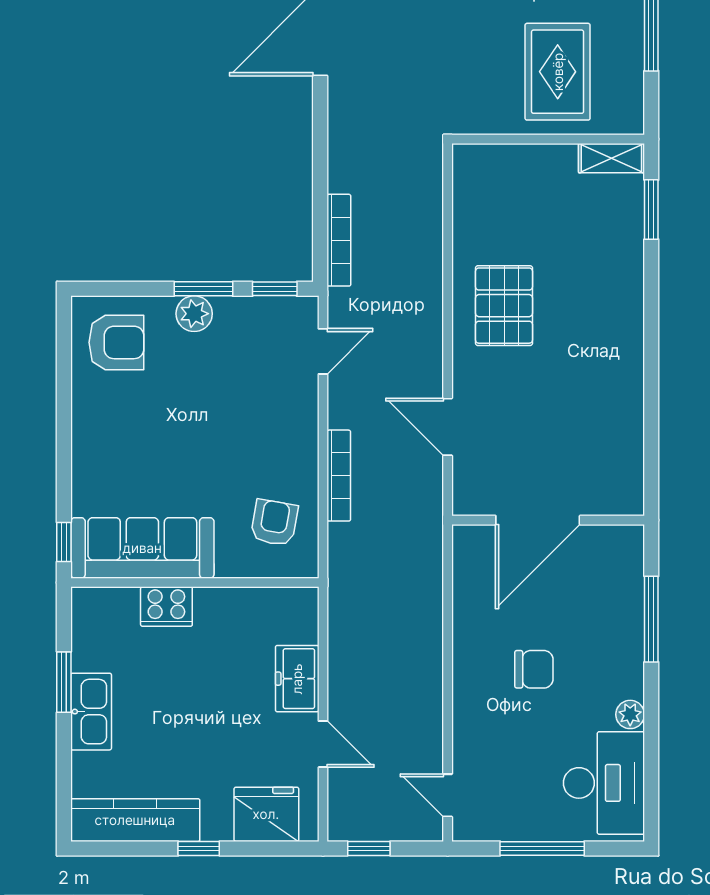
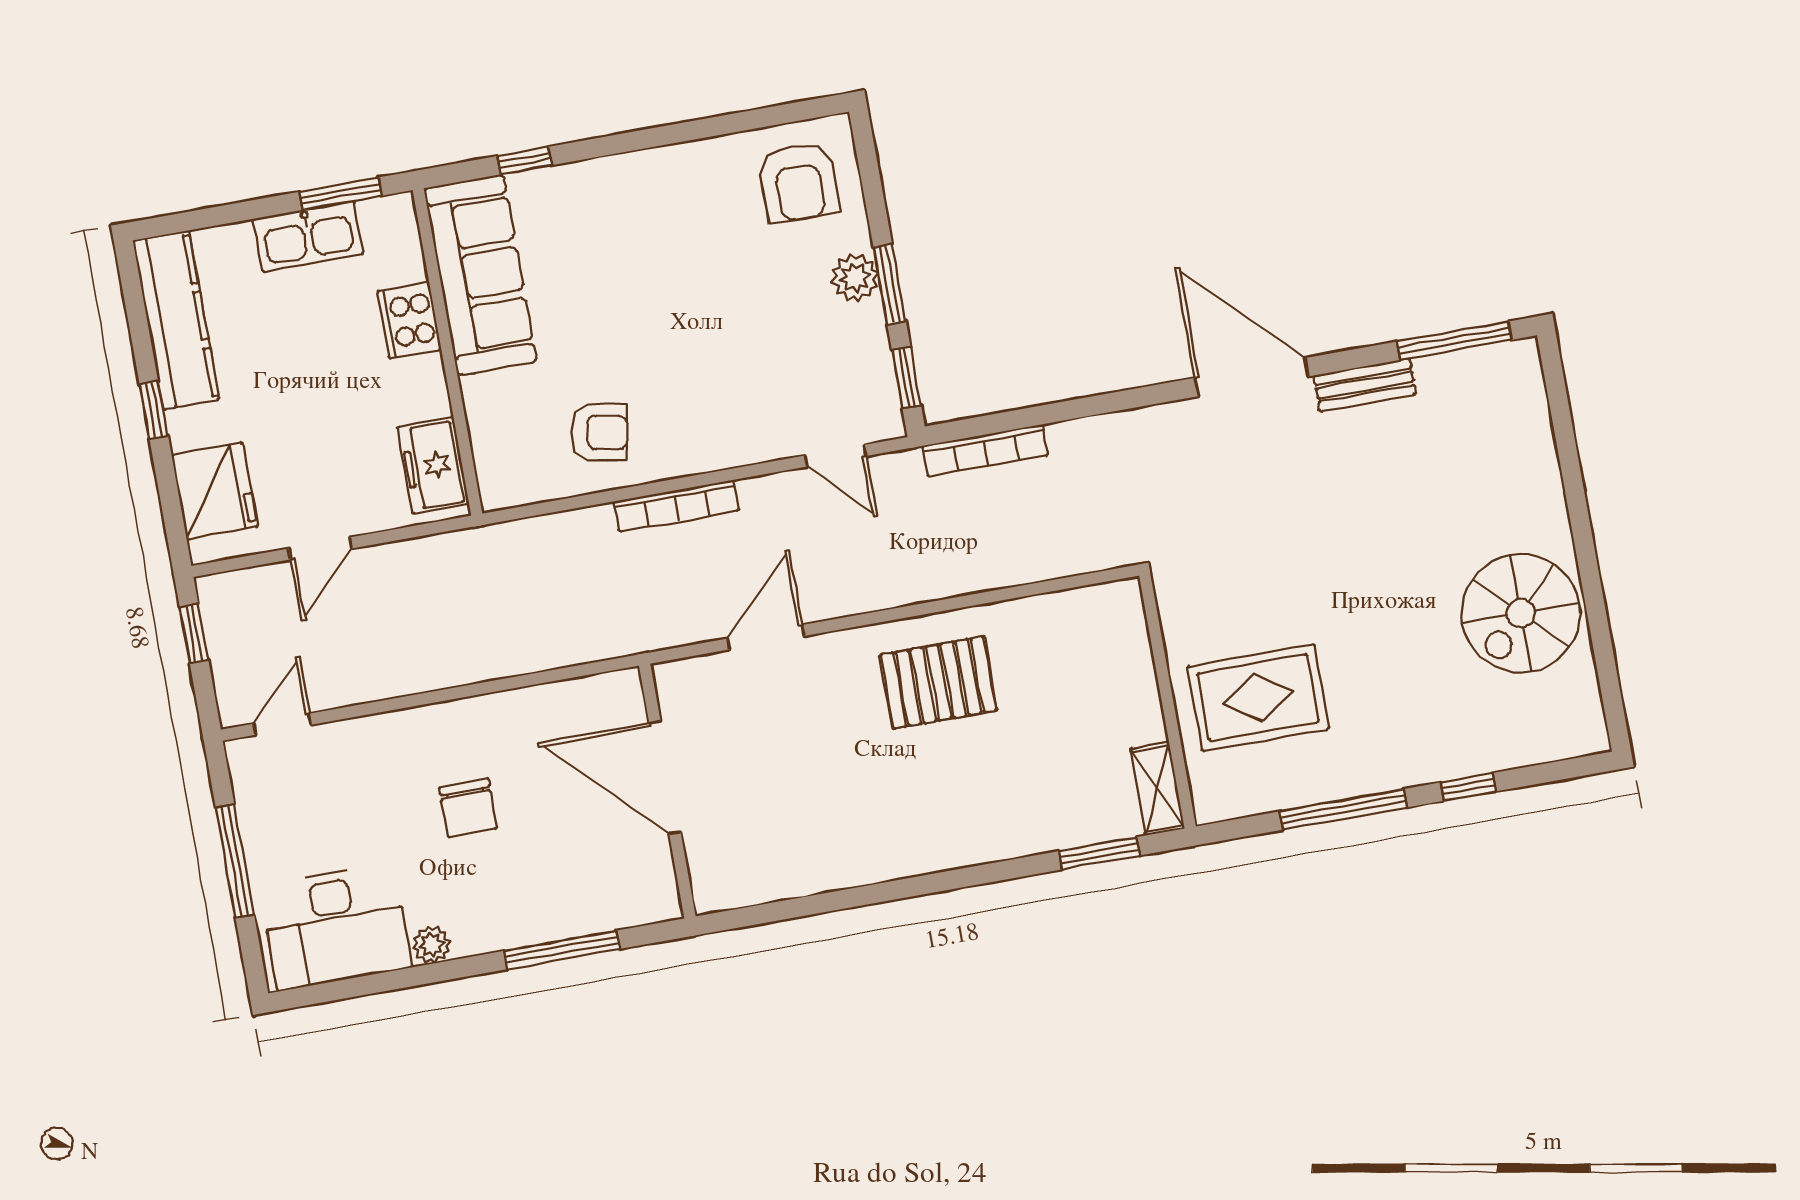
sofa: (142, 548) -> (480, 275), moved
wall: (195, 582) -> (447, 352), moved
cooker: (166, 607) -> (409, 320), moved
freezer: (297, 679) -> (433, 465), moved, turned -90

